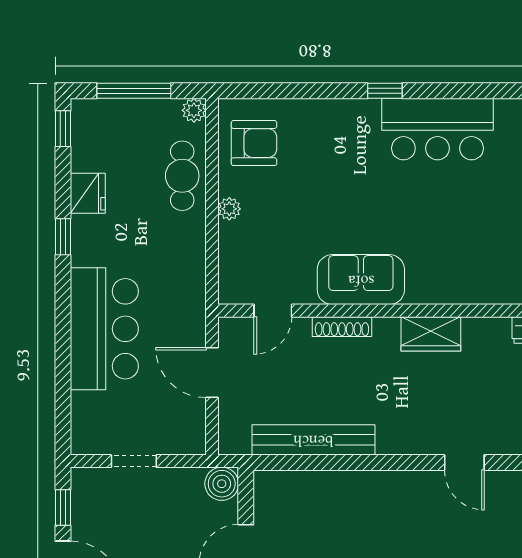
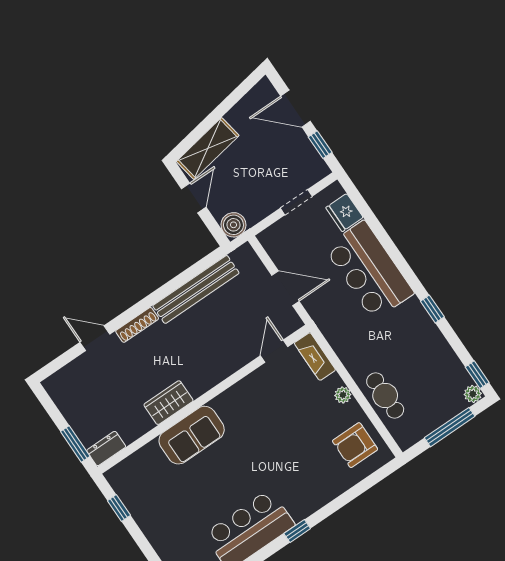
plant: (194, 110) -> (473, 394), moved
fridge: (88, 193) -> (344, 213), moved
fireplace: (231, 273) -> (315, 357), added
sofa: (361, 280) -> (192, 435), moved
shoe rack: (342, 327) -> (137, 325), moved, turned 180

